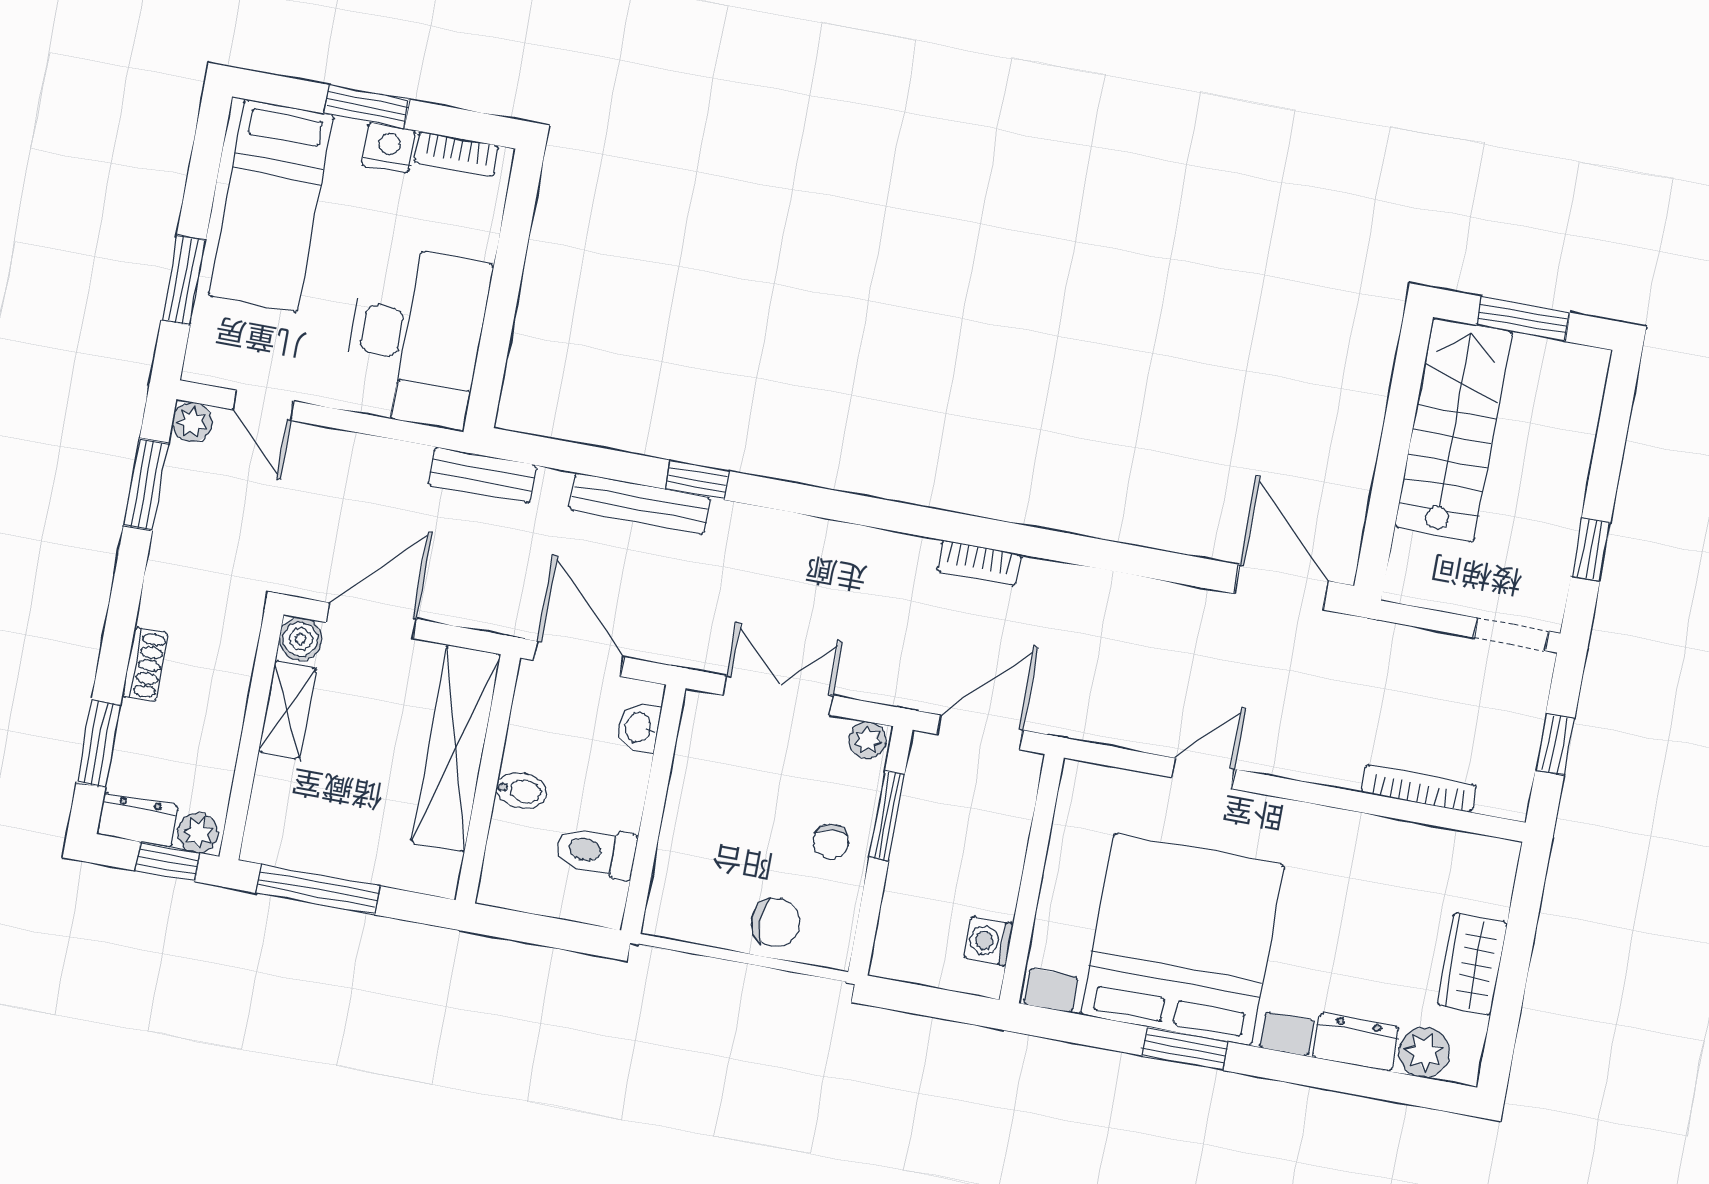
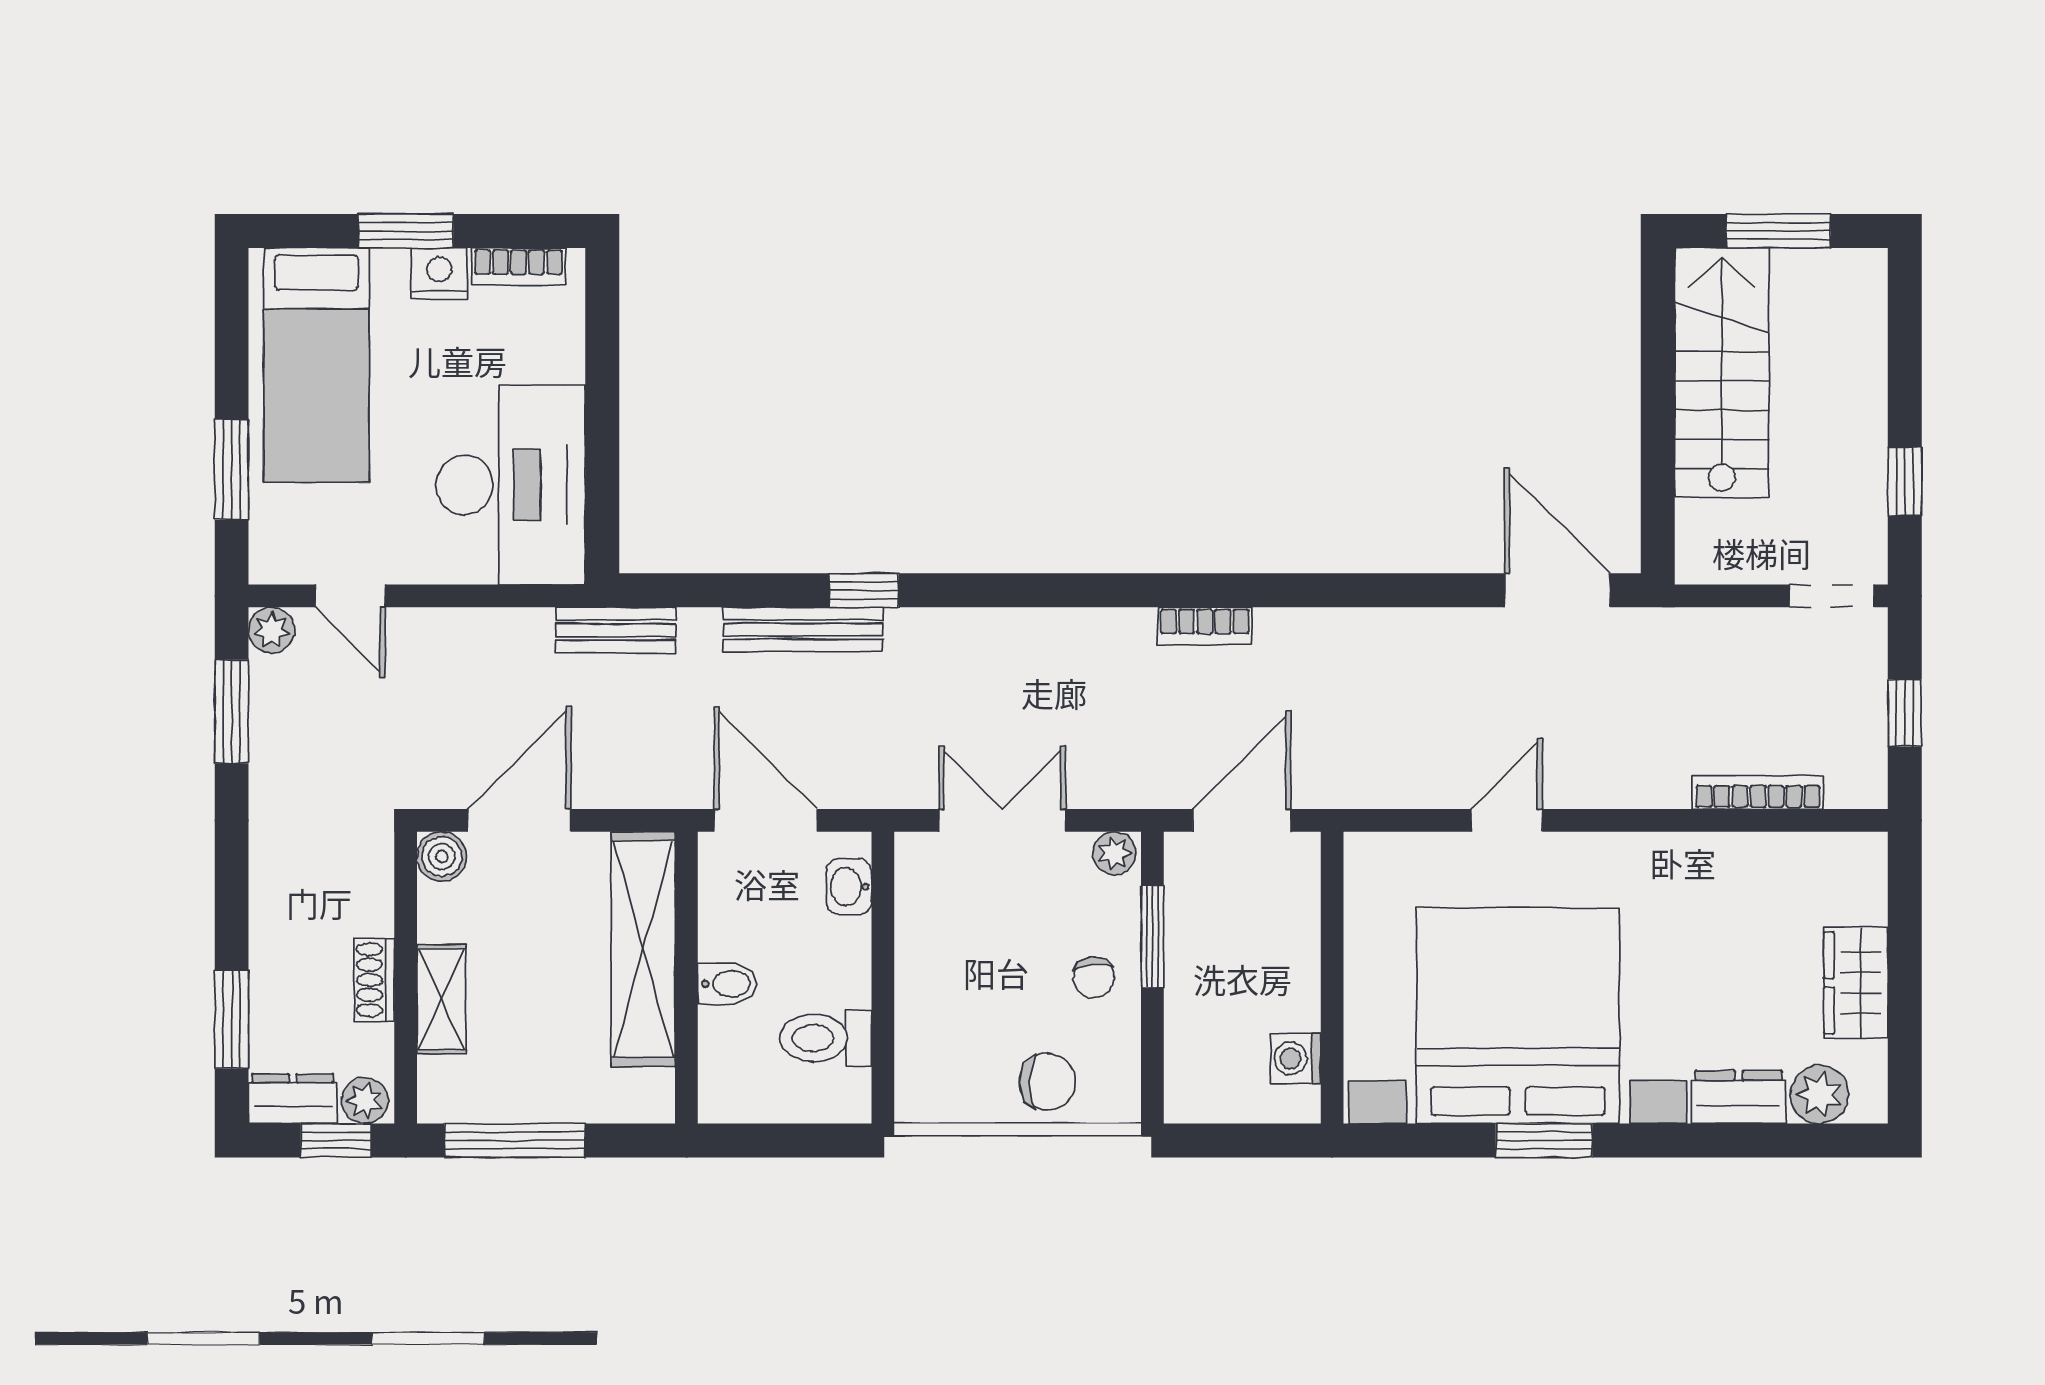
shoe rack: (145, 665) -> (374, 980), moved, turned 180
shelving: (287, 710) -> (441, 999), moved

